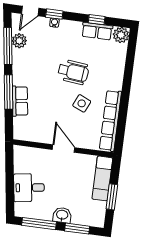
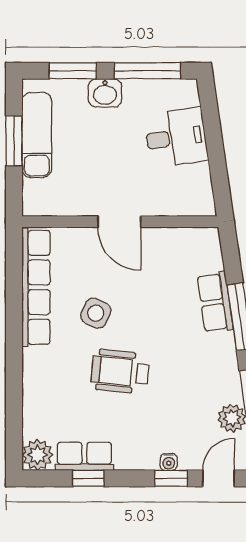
exam couch: (102, 178) -> (37, 135), moved

